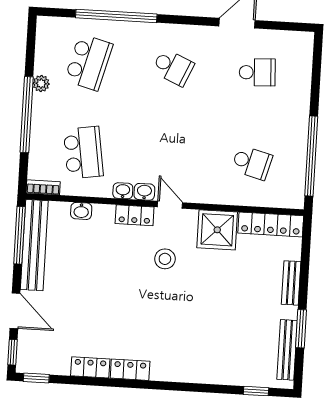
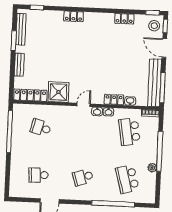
school desk: (89, 62) -> (127, 179), turned -30
school desk: (173, 67) -> (83, 177), turned -42
door: (170, 205) -> (84, 105), swing flipped
locker: (135, 215) -> (114, 100), moved
stool: (165, 259) -> (154, 26), moved
locker: (130, 370) -> (74, 16), moved

